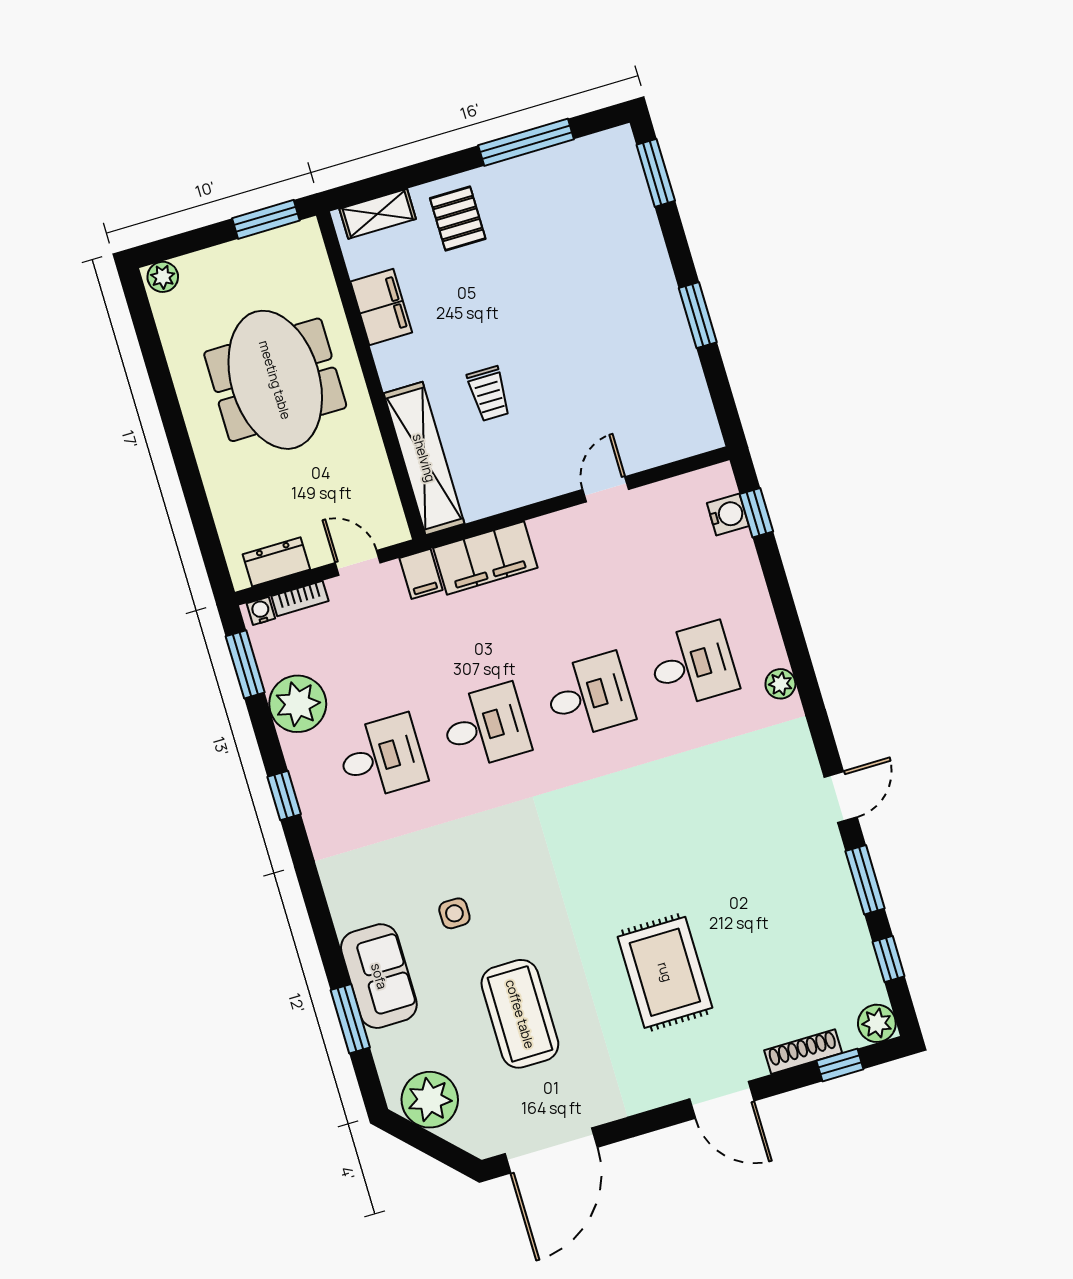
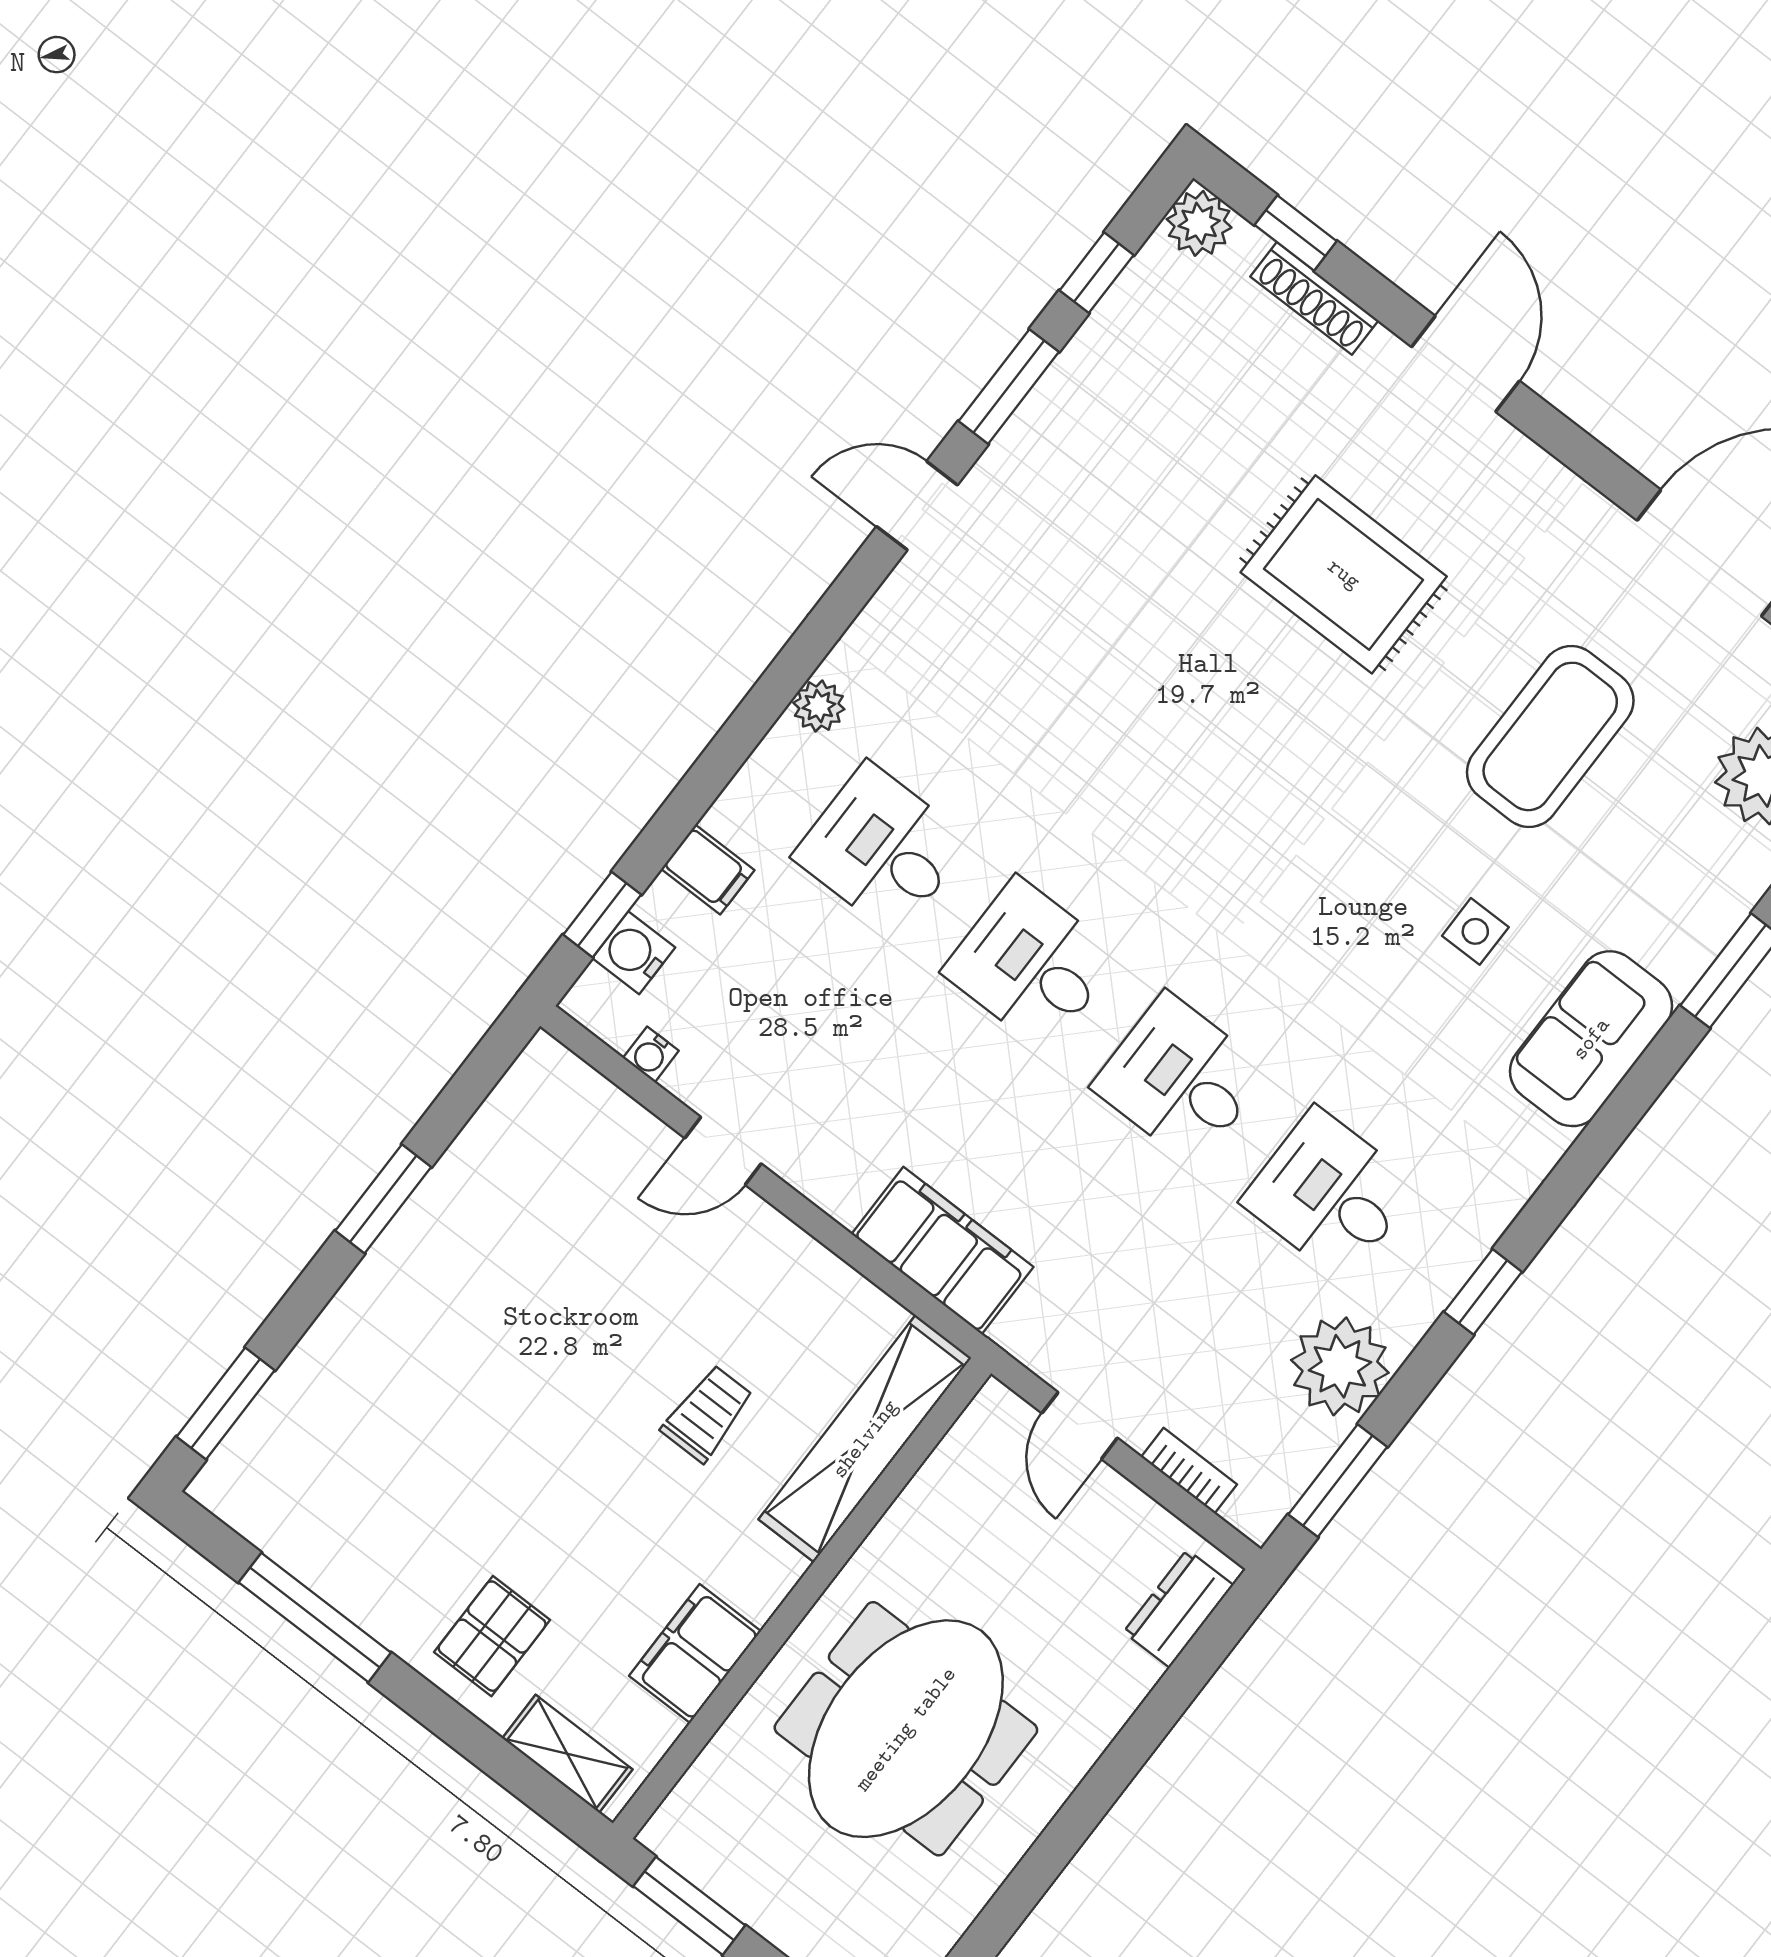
dresser: (276, 562) -> (1178, 1609), moved, turned 90
filing cabinet: (421, 574) -> (708, 870), moved, turned 90
water cooler: (261, 611) -> (651, 1054), moved
rug: (665, 972) -> (1344, 574), turned 90
sofa: (379, 976) -> (1591, 1039), moved

